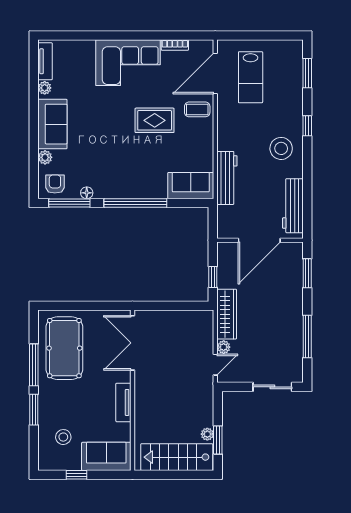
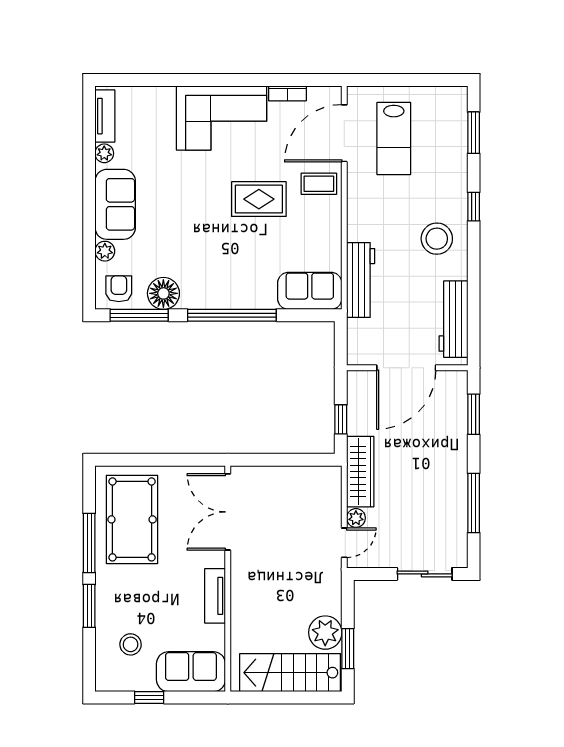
floor lamp: (87, 193) -> (163, 293), width x1.89, depth x1.89
plant: (207, 434) -> (325, 633), width x1.88, depth x1.88

